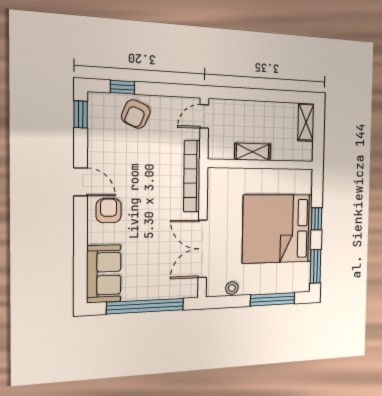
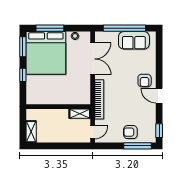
window: (122, 87) -> (138, 146), width x2.17
armchair: (136, 114) -> (130, 132), turned -113
shelving: (253, 152) -> (80, 114), moved
bed: (278, 229) -> (46, 53), moved, turned 90
sofa: (104, 274) -> (134, 40), moved, turned -90

